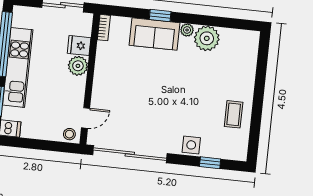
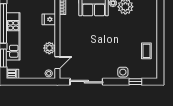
plant: (78, 66) -> (49, 48), moved
sliding door: (130, 154) -> (86, 82), width x0.73

